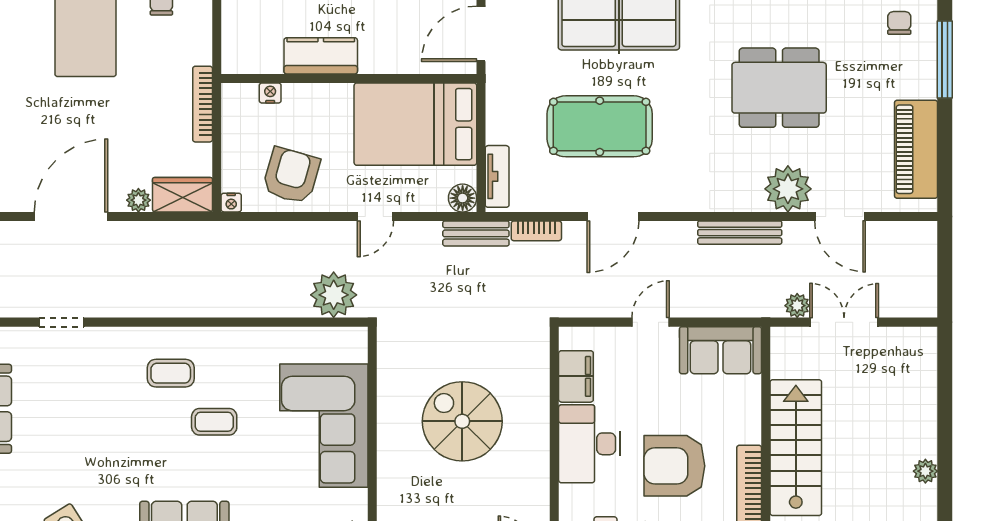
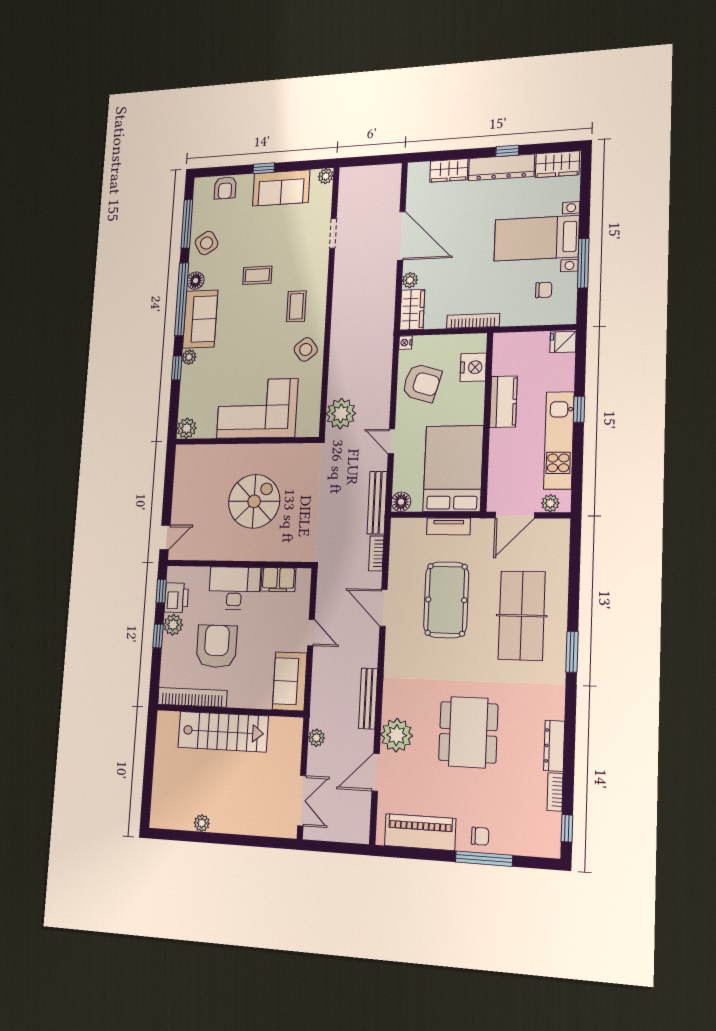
chair: (899, 23) -> (480, 836), moved
door: (481, 34) -> (515, 515), swing flipped
nightstand: (270, 93) -> (473, 367), width x1.89, depth x1.79
tv unit: (497, 176) -> (449, 526), moved
bench: (476, 233) -> (377, 503), width x1.36
double door: (844, 322) -> (302, 801), moved
side table: (237, 355) -> (306, 349), added
coffee table: (214, 422) -> (257, 275), moved, turned 90

